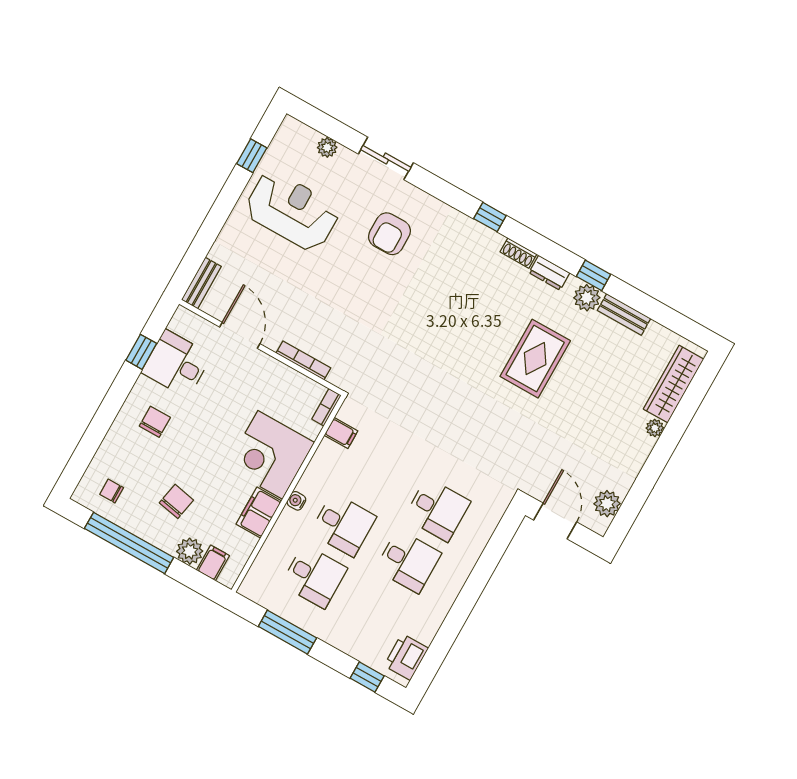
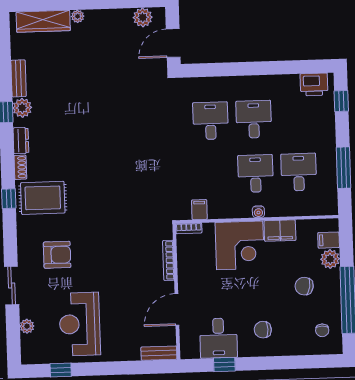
rug: (535, 359) -> (43, 198), moved

